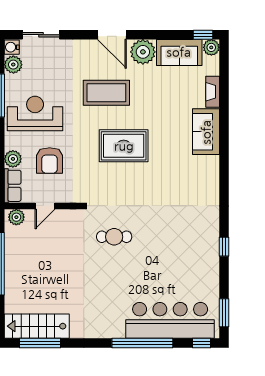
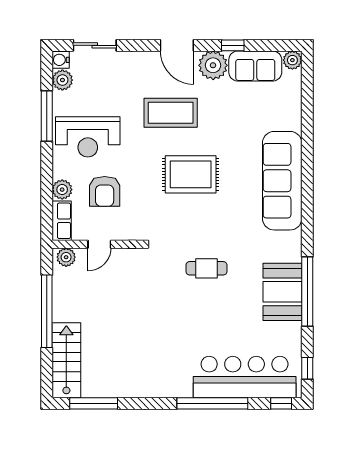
window: (203, 35) -> (233, 45), moved
fireplace: (213, 92) -> (294, 112), removed
reception desk: (35, 114) -> (88, 137), turned 180
sofa: (206, 132) -> (282, 181), width x1.85, depth x1.27
cafe table: (114, 237) -> (206, 268), moved
booth: (203, 247) -> (282, 292), added
window: (224, 247) -> (307, 291), width x3.17
window: (224, 313) -> (307, 368), width x0.67
stairs: (37, 326) -> (66, 360), moved, turned 90

